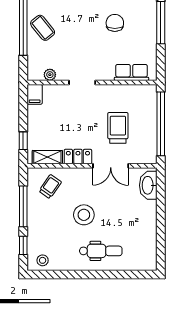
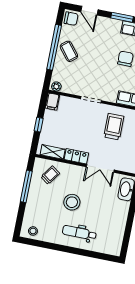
plant: (50, 75) -> (56, 86), moved
trolley: (118, 128) -> (114, 127), moved
window: (23, 141) -> (39, 125), moved
window: (23, 245) -> (20, 216), removed
dental chair: (101, 251) -> (79, 233), turned 180

